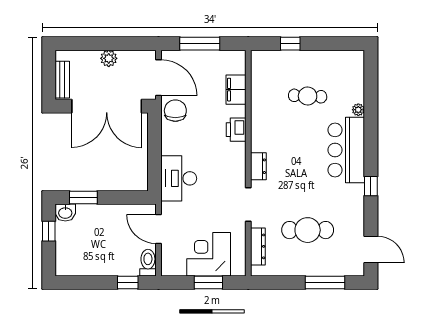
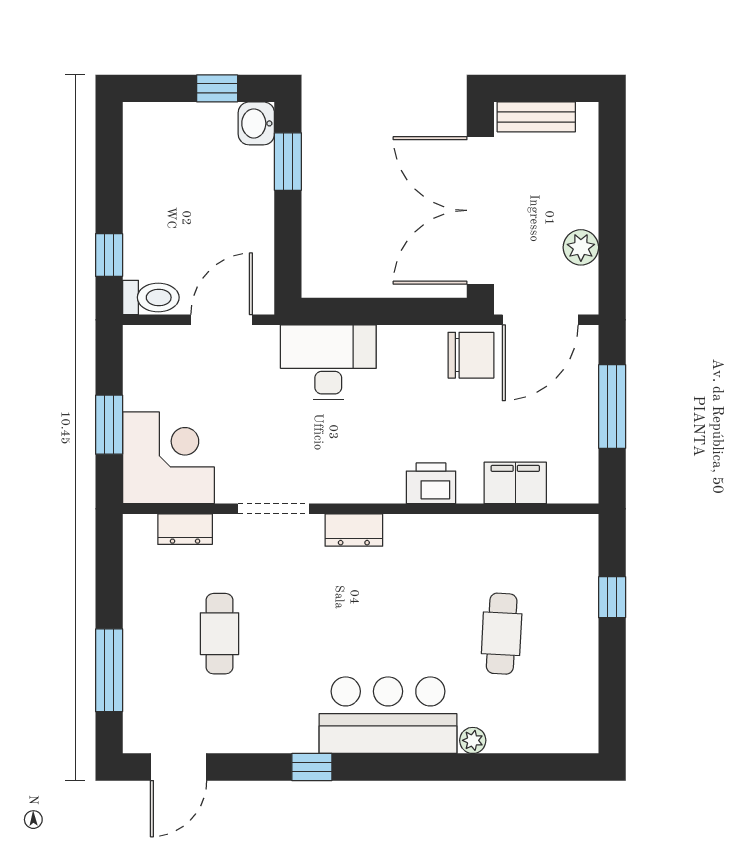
plant: (109, 58) -> (581, 247), moved
cafe table: (308, 230) -> (220, 634), width x0.73, depth x0.74
dresser: (258, 246) -> (185, 529), width x0.70
corner desk: (209, 254) -> (168, 458), moved

